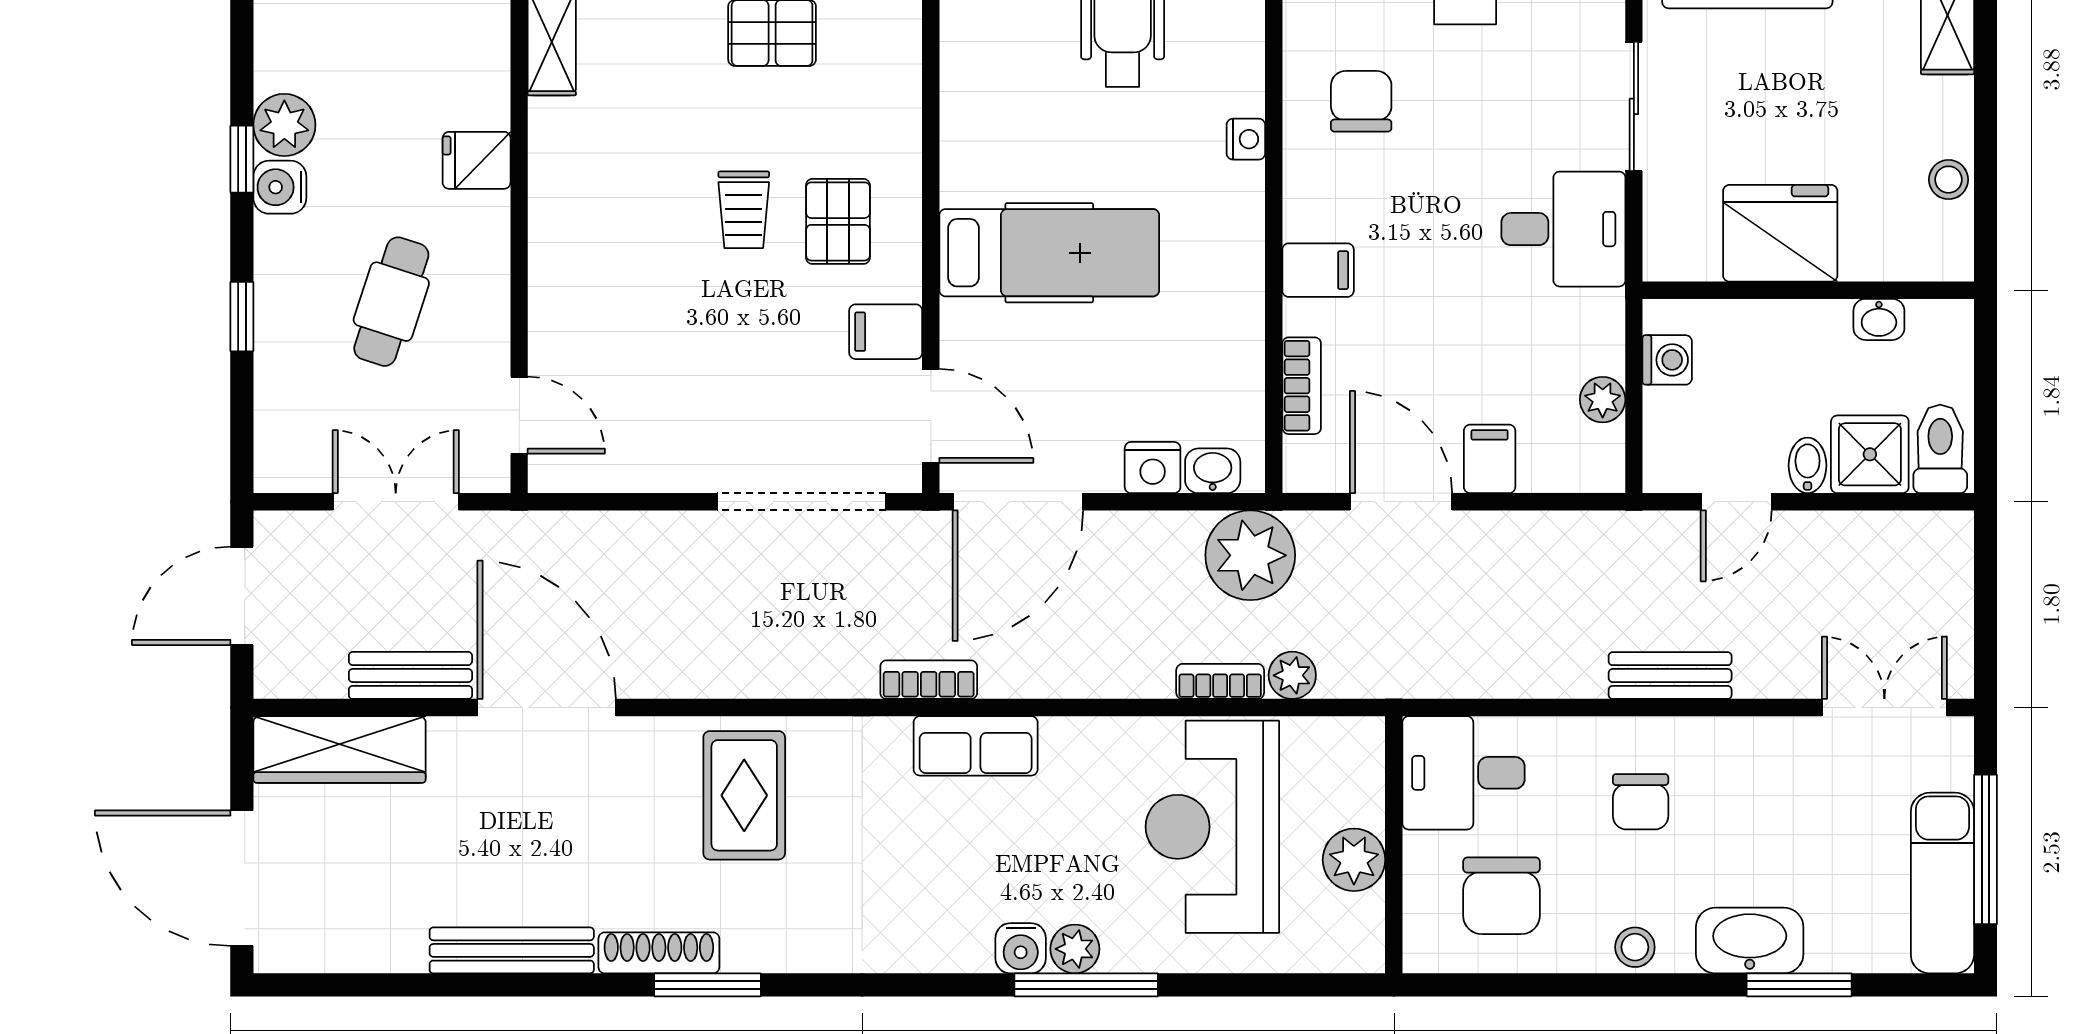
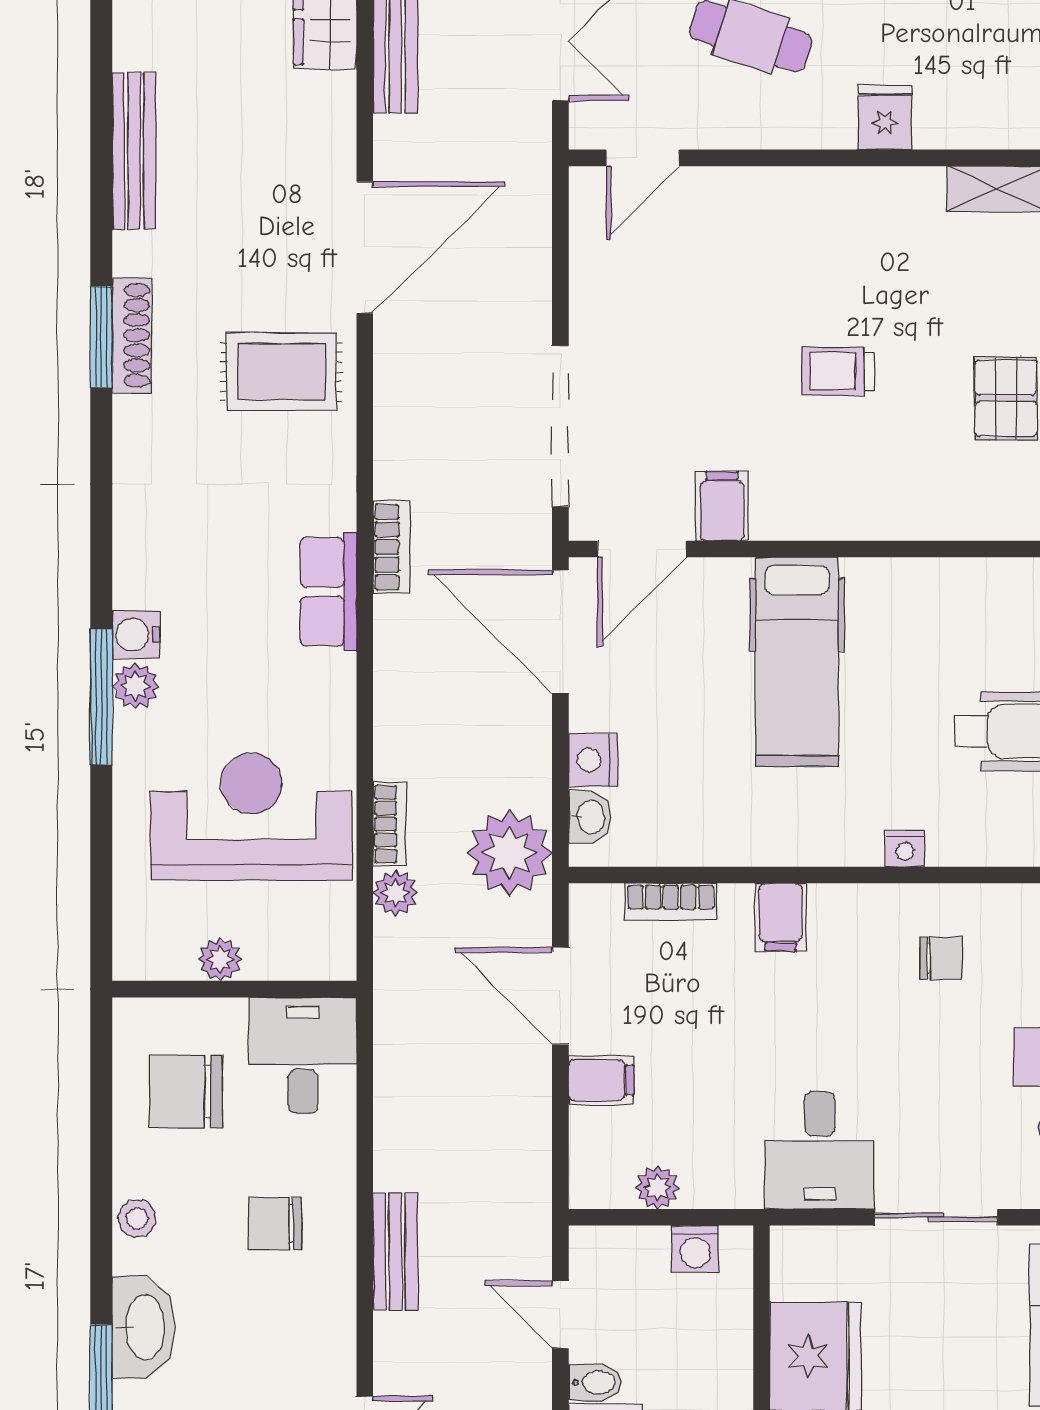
chair: (1361, 101) -> (941, 958), width x0.73, depth x0.73
pallet: (838, 221) -> (827, 461), removed
door: (1401, 502) -> (560, 996), swing flipped
door: (547, 708) -> (365, 248), moved
plant: (1354, 860) -> (220, 959), width x0.73, depth x0.73
shoe rack: (659, 953) -> (132, 335), moved

